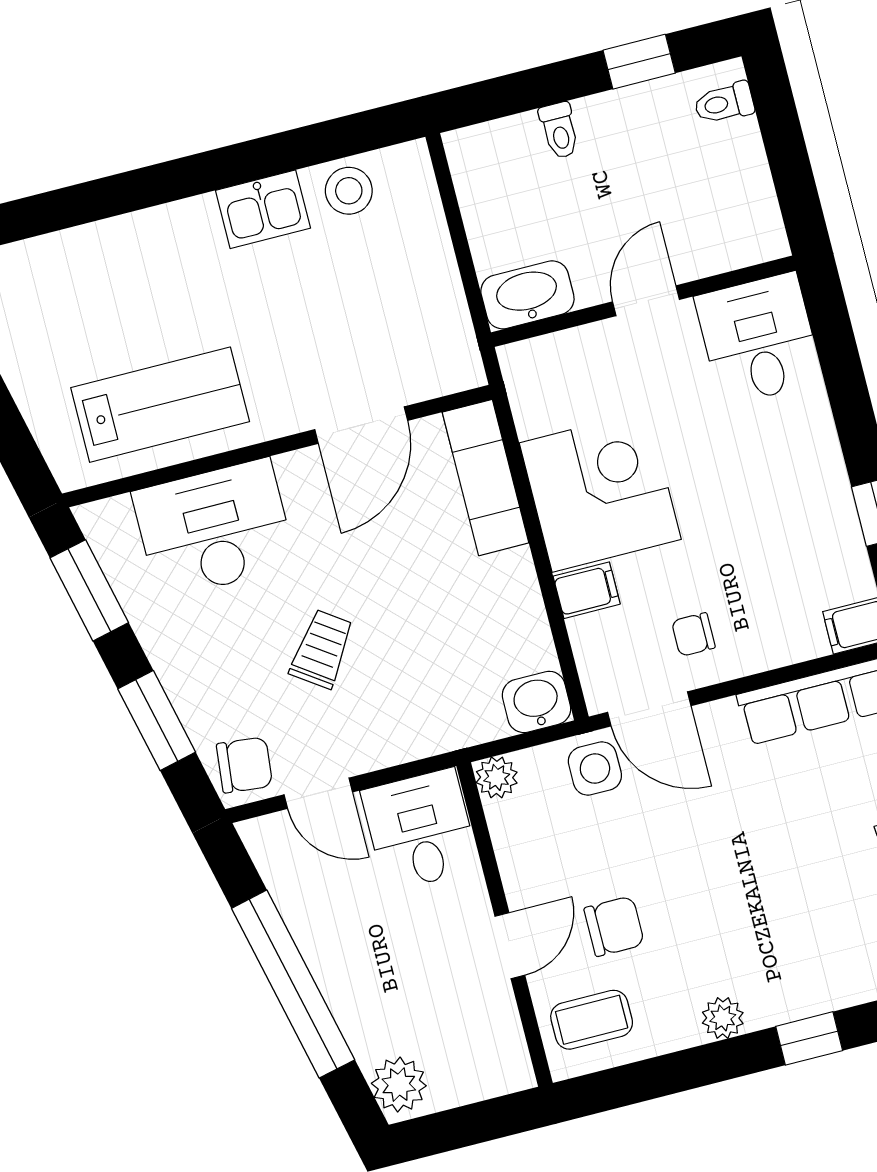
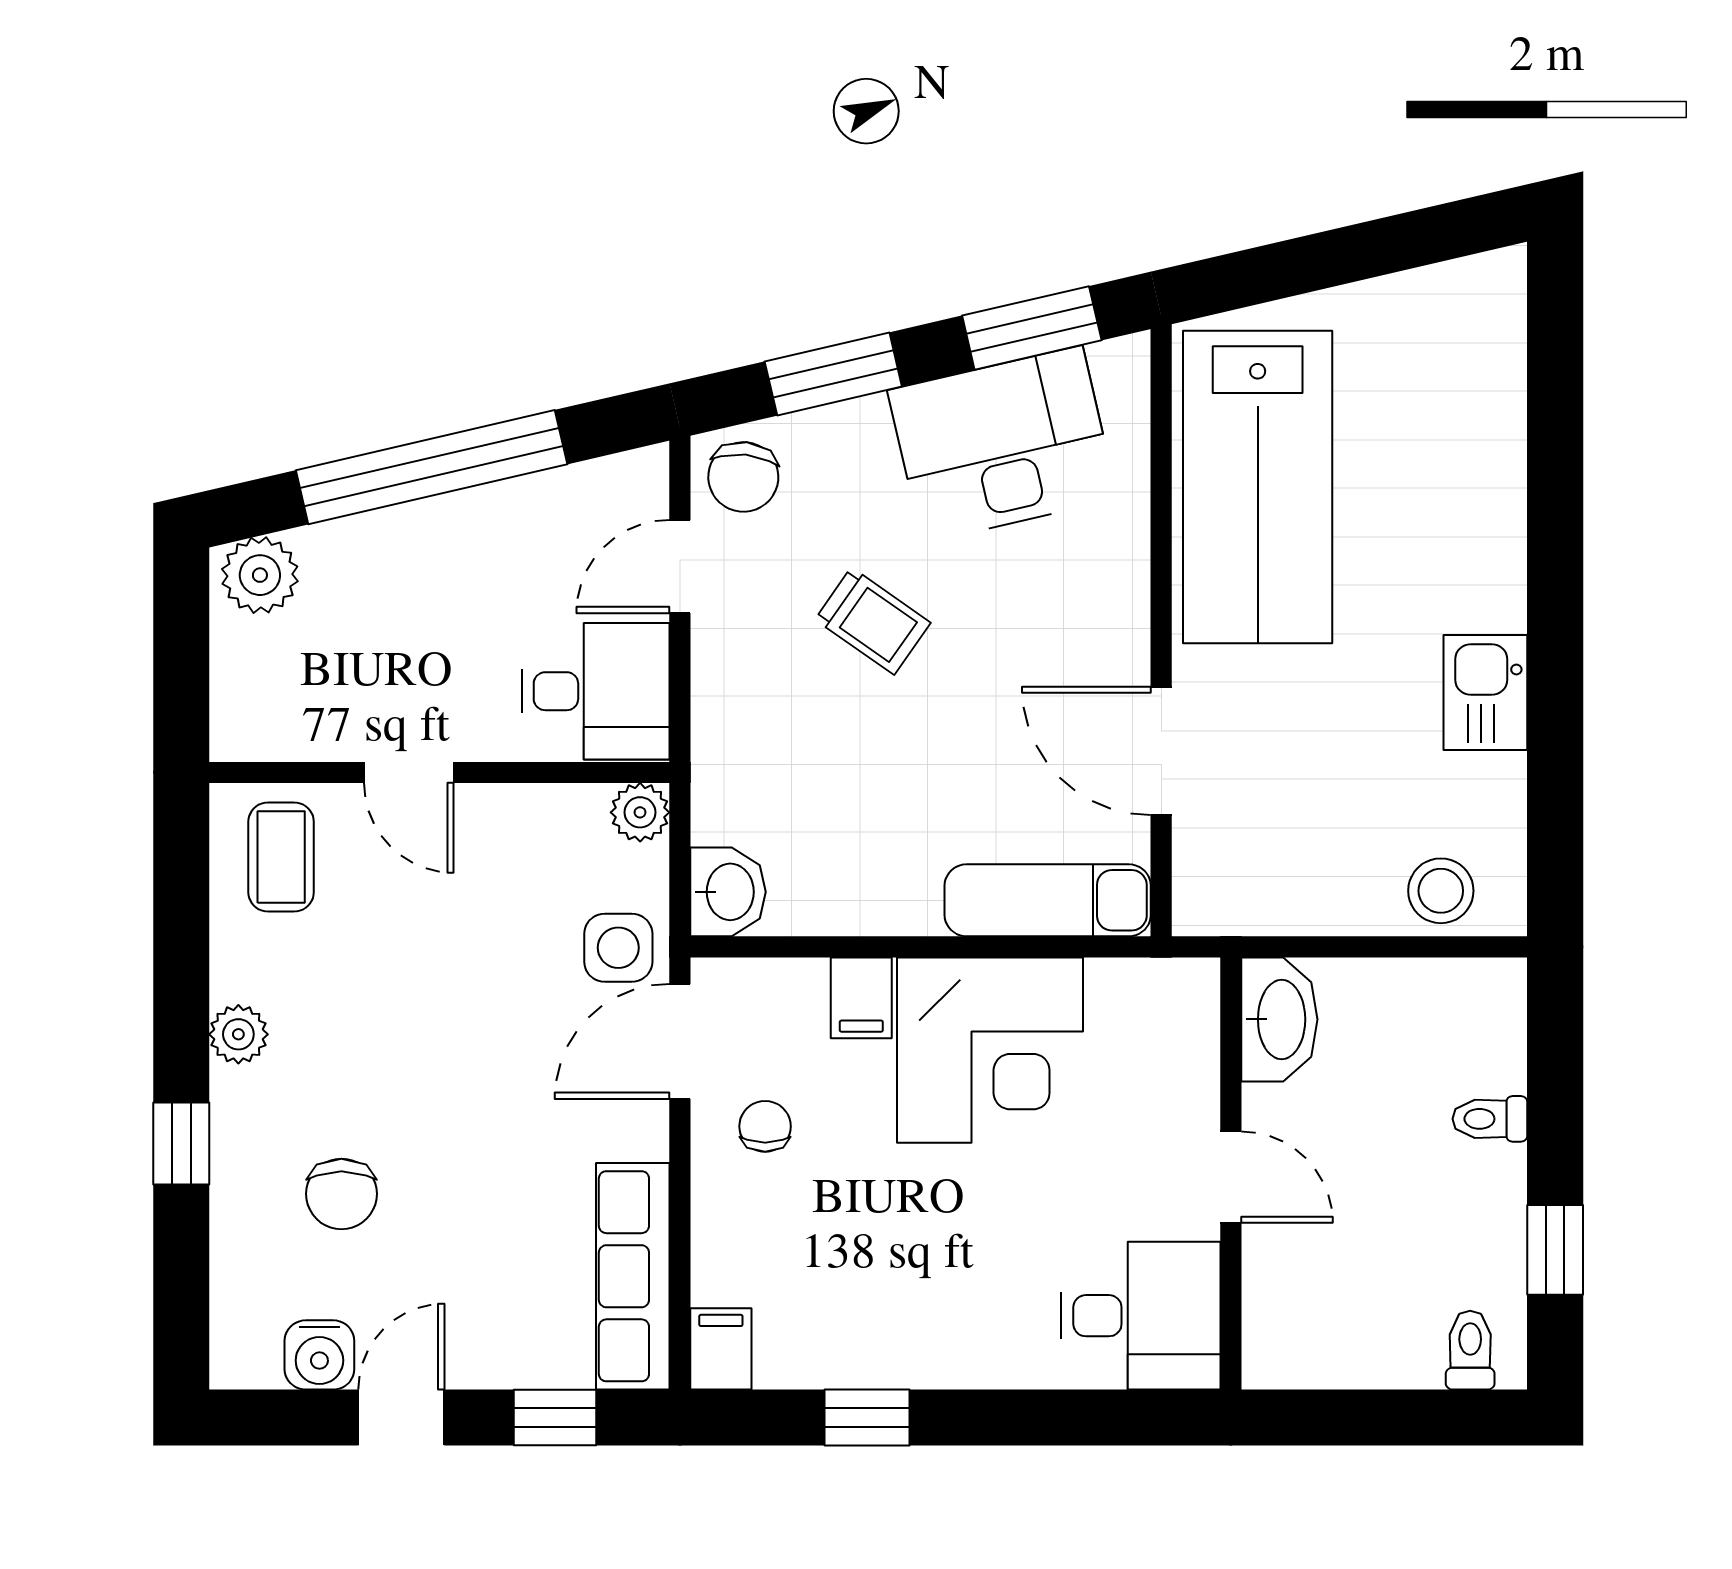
stool: (349, 191) -> (1441, 891), moved
lab bench: (160, 405) -> (1258, 487), width x1.36, depth x1.39
desk: (214, 529) -> (1002, 444), moved, turned -103
chair: (614, 926) -> (341, 1194), moved

